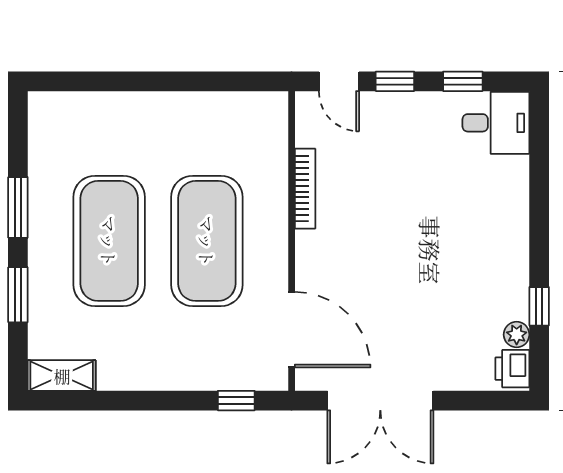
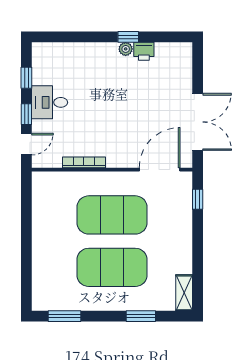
desk: (496, 123) -> (50, 102), moved, turned -90
window: (18, 207) -> (64, 316), moved
window: (539, 306) -> (128, 37), moved
plant: (517, 335) -> (126, 49), moved
printer: (512, 369) -> (144, 51), moved

